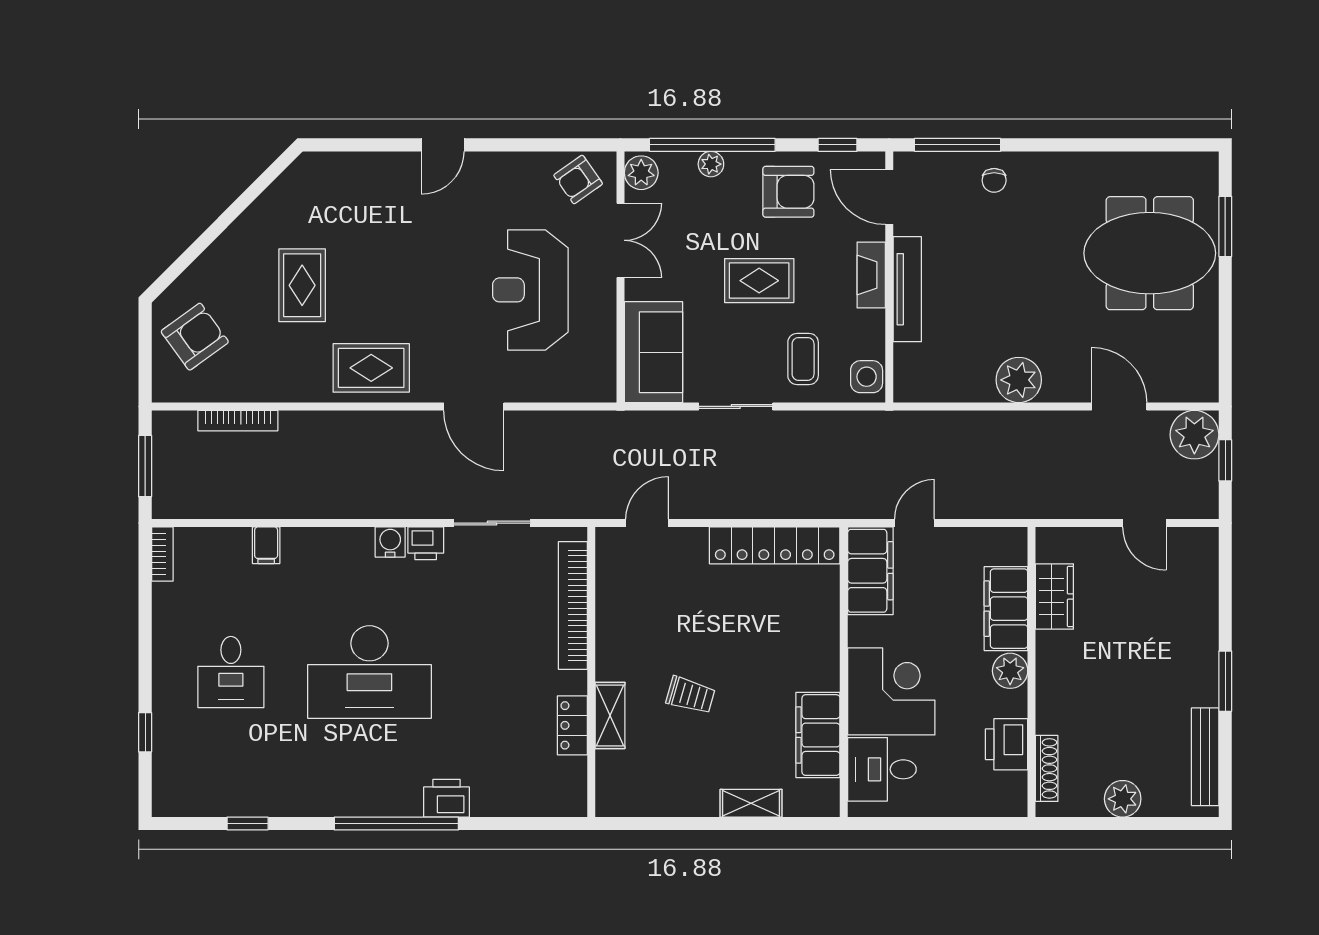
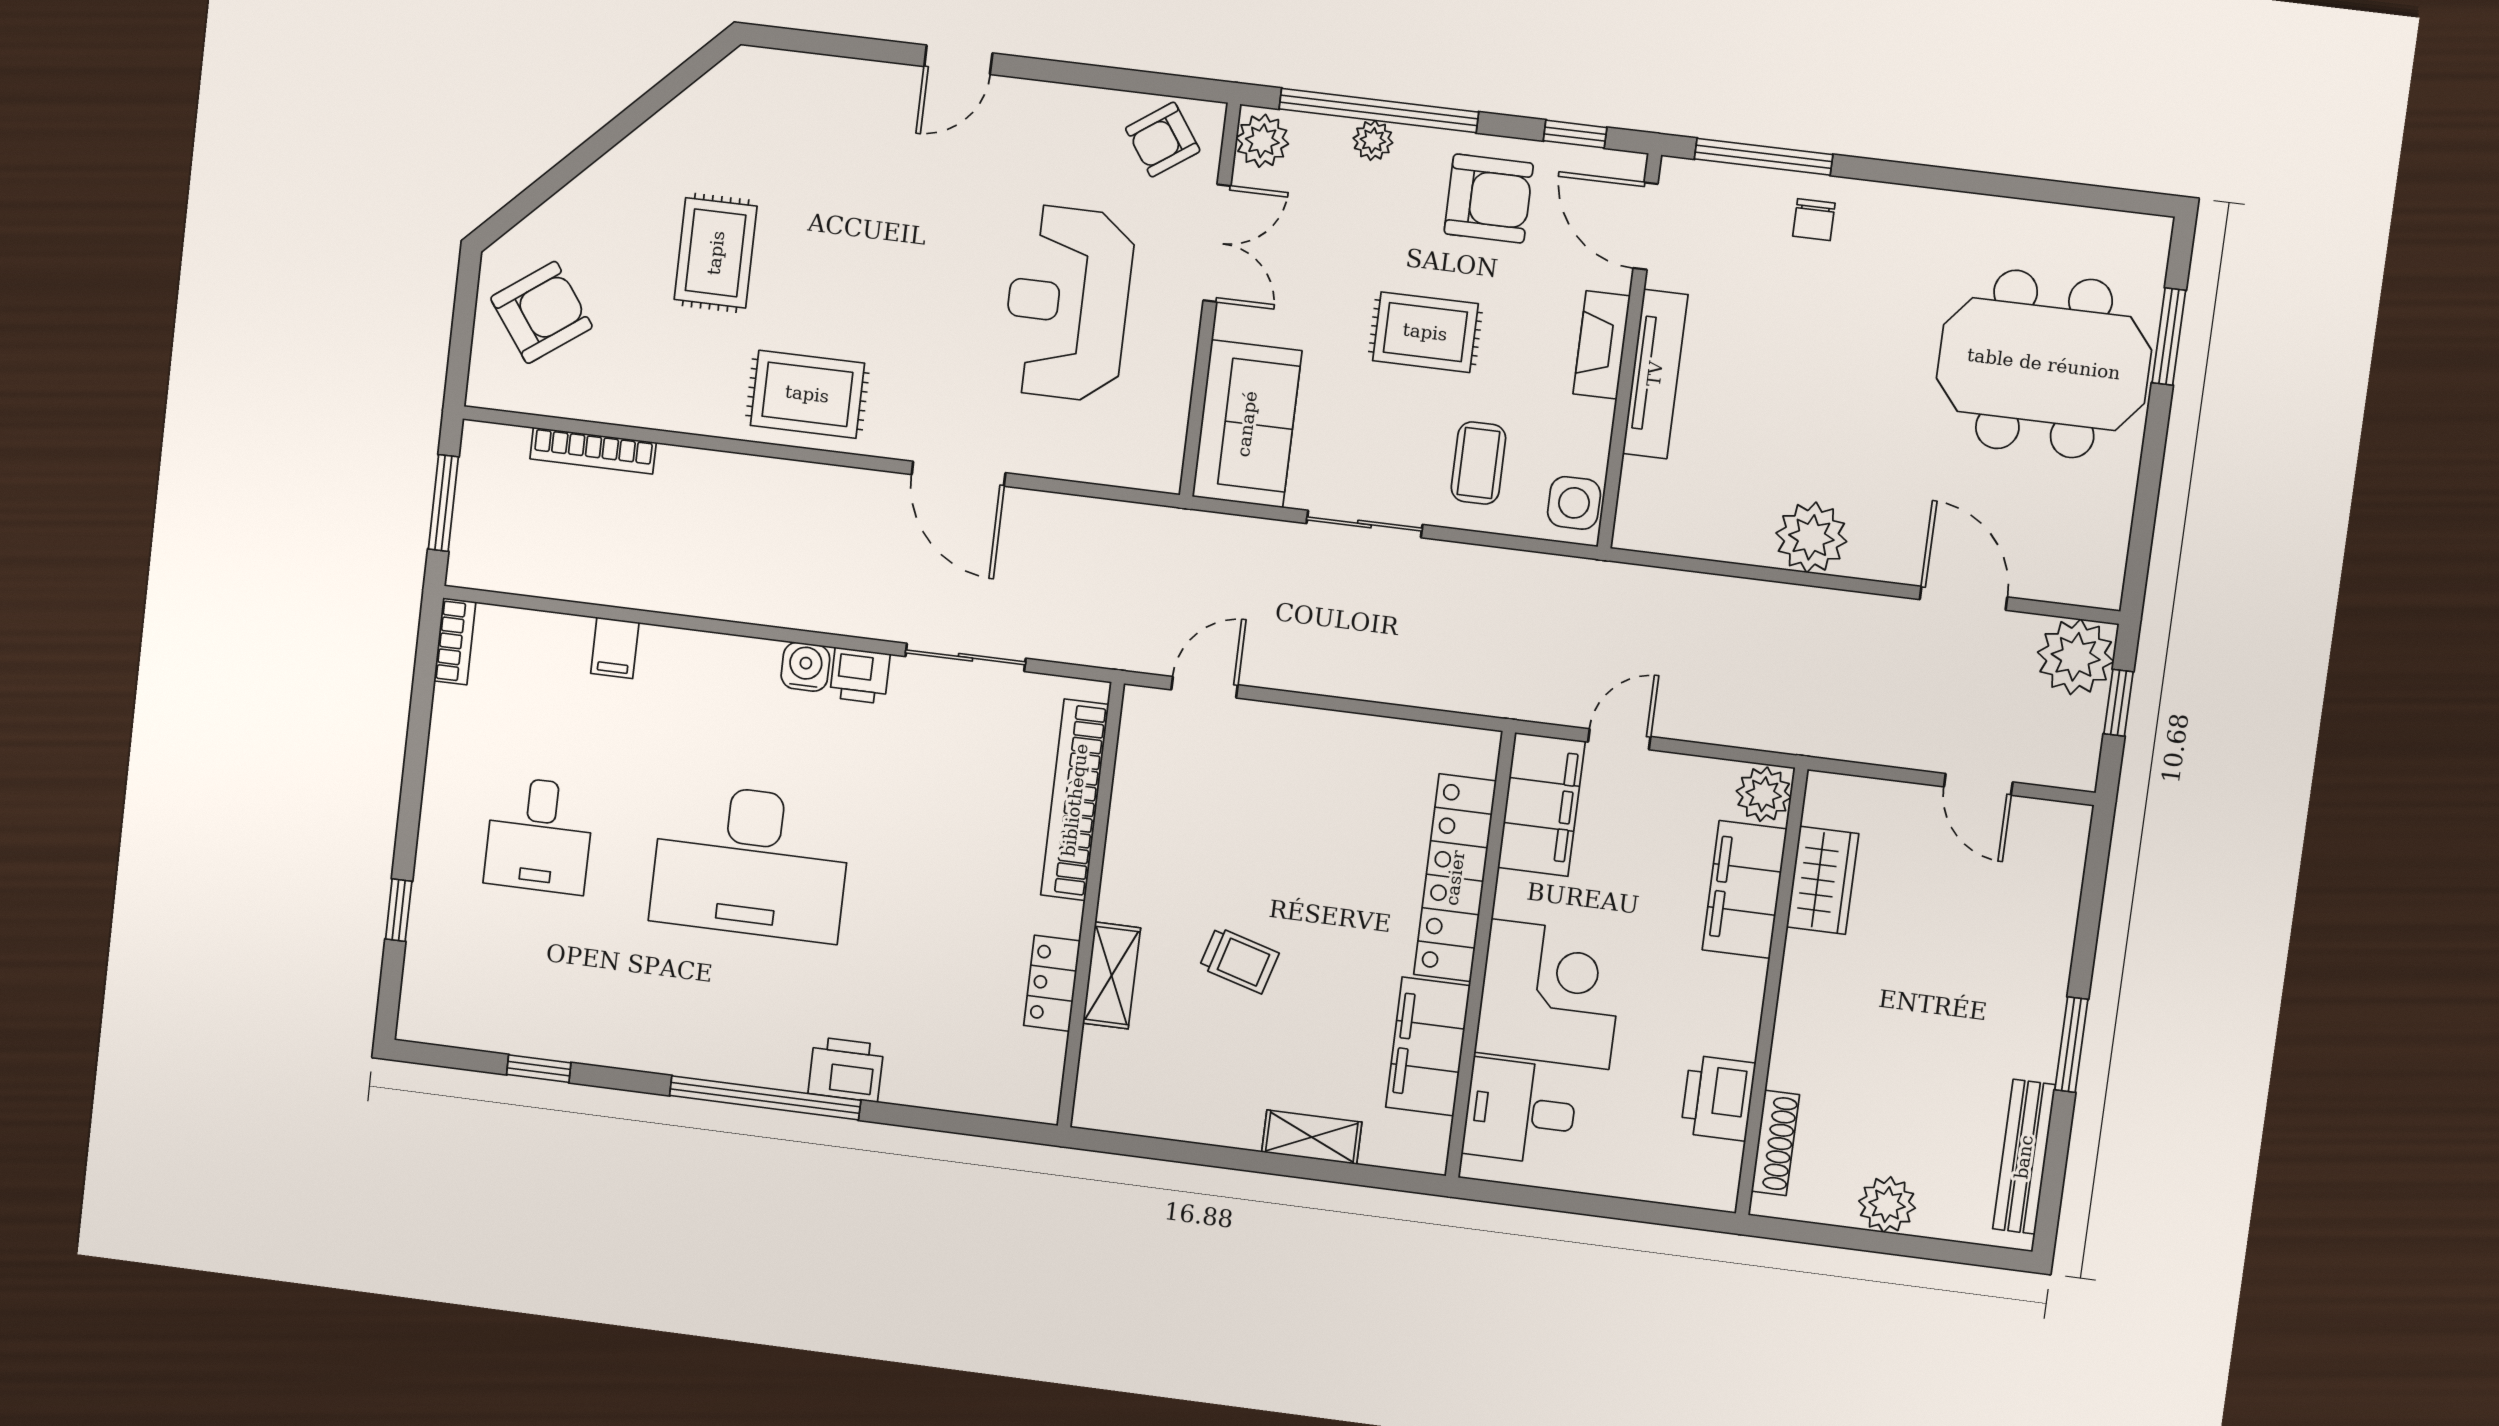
locker: (775, 545) -> (1455, 878), moved, turned 90
plant: (1010, 671) -> (1764, 794), moved

